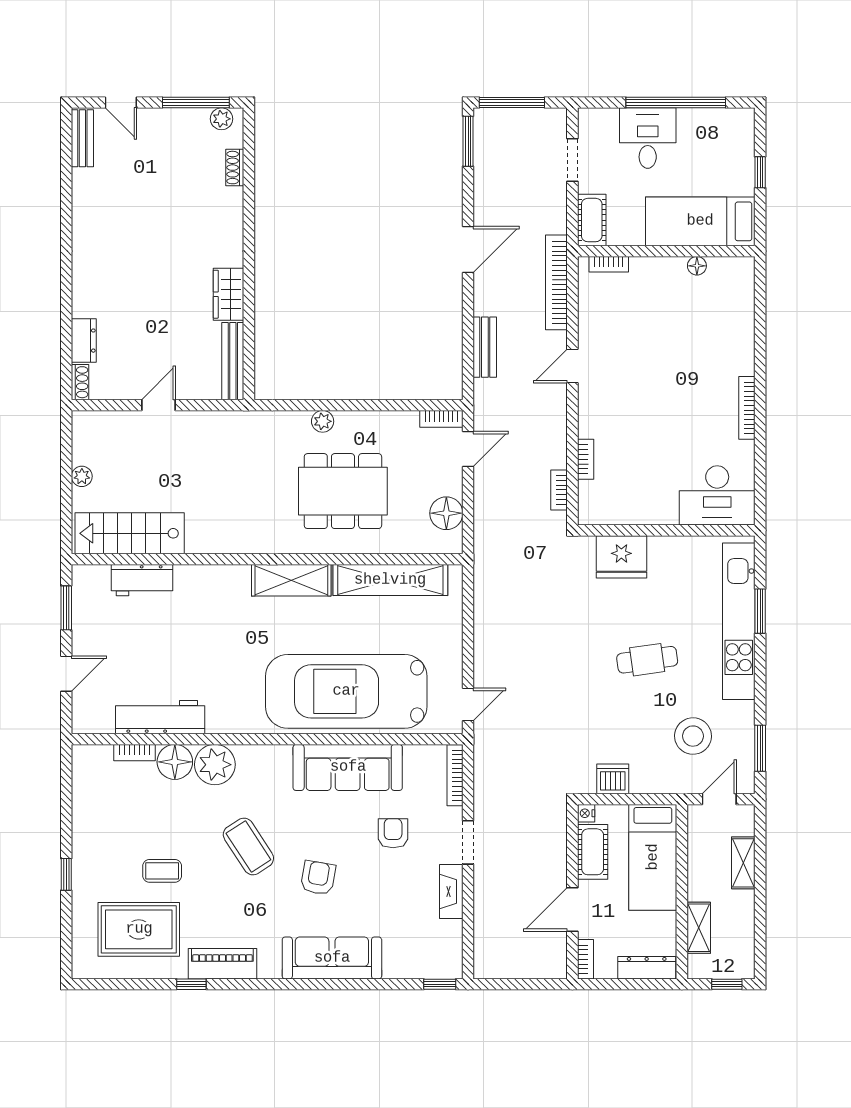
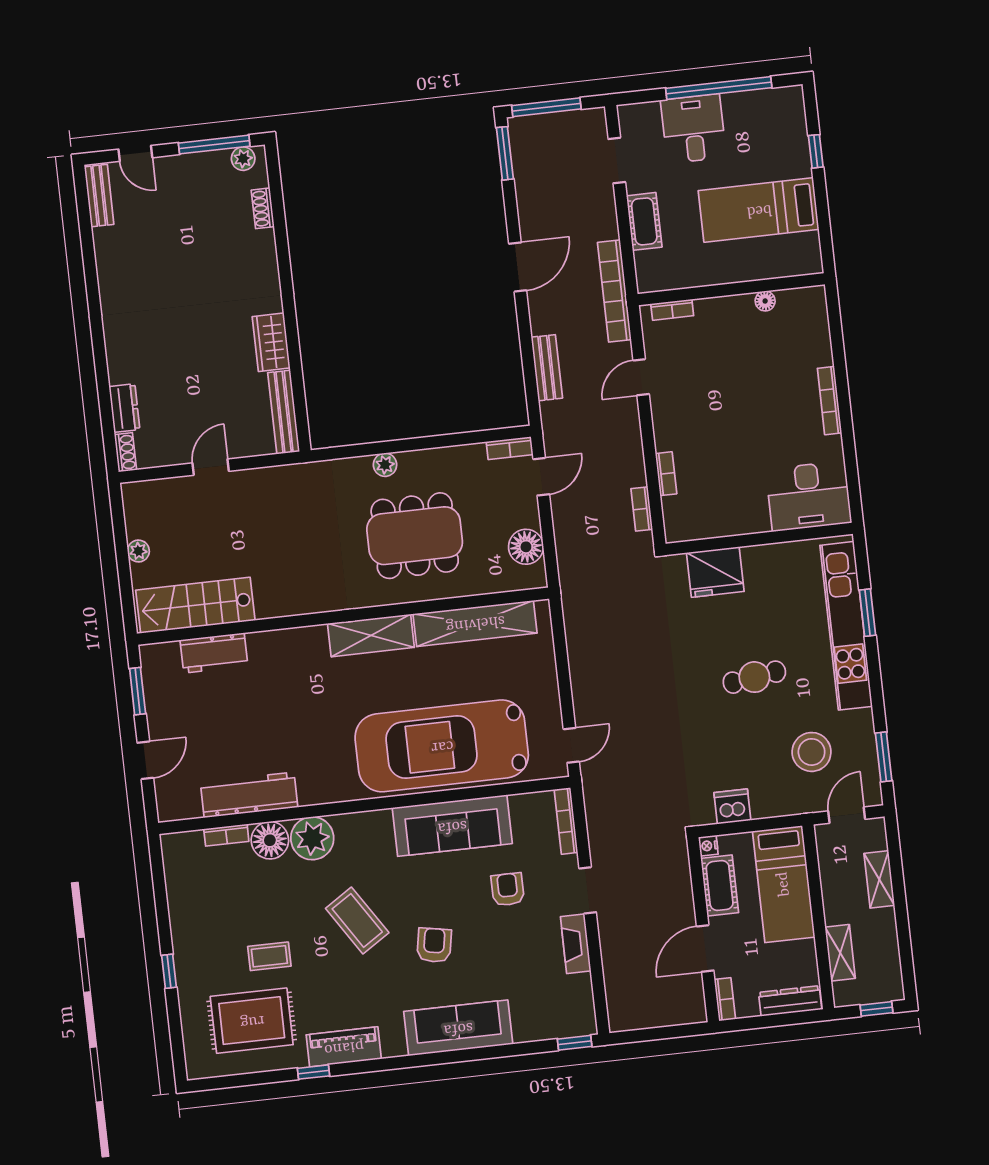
wall: (666, 251) -> (731, 289), moved
bookcase: (609, 264) -> (672, 310), moved
floor lamp: (697, 266) -> (765, 301), moved

